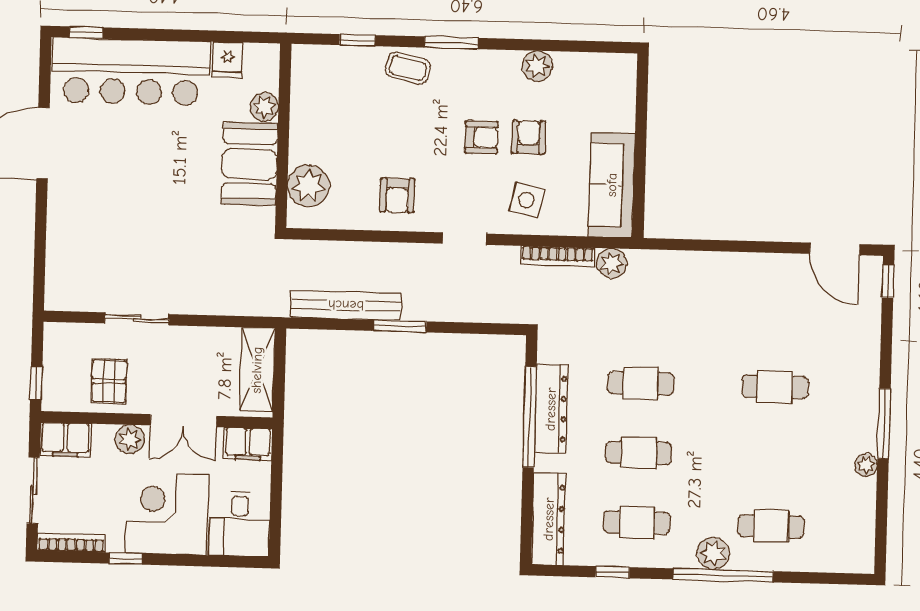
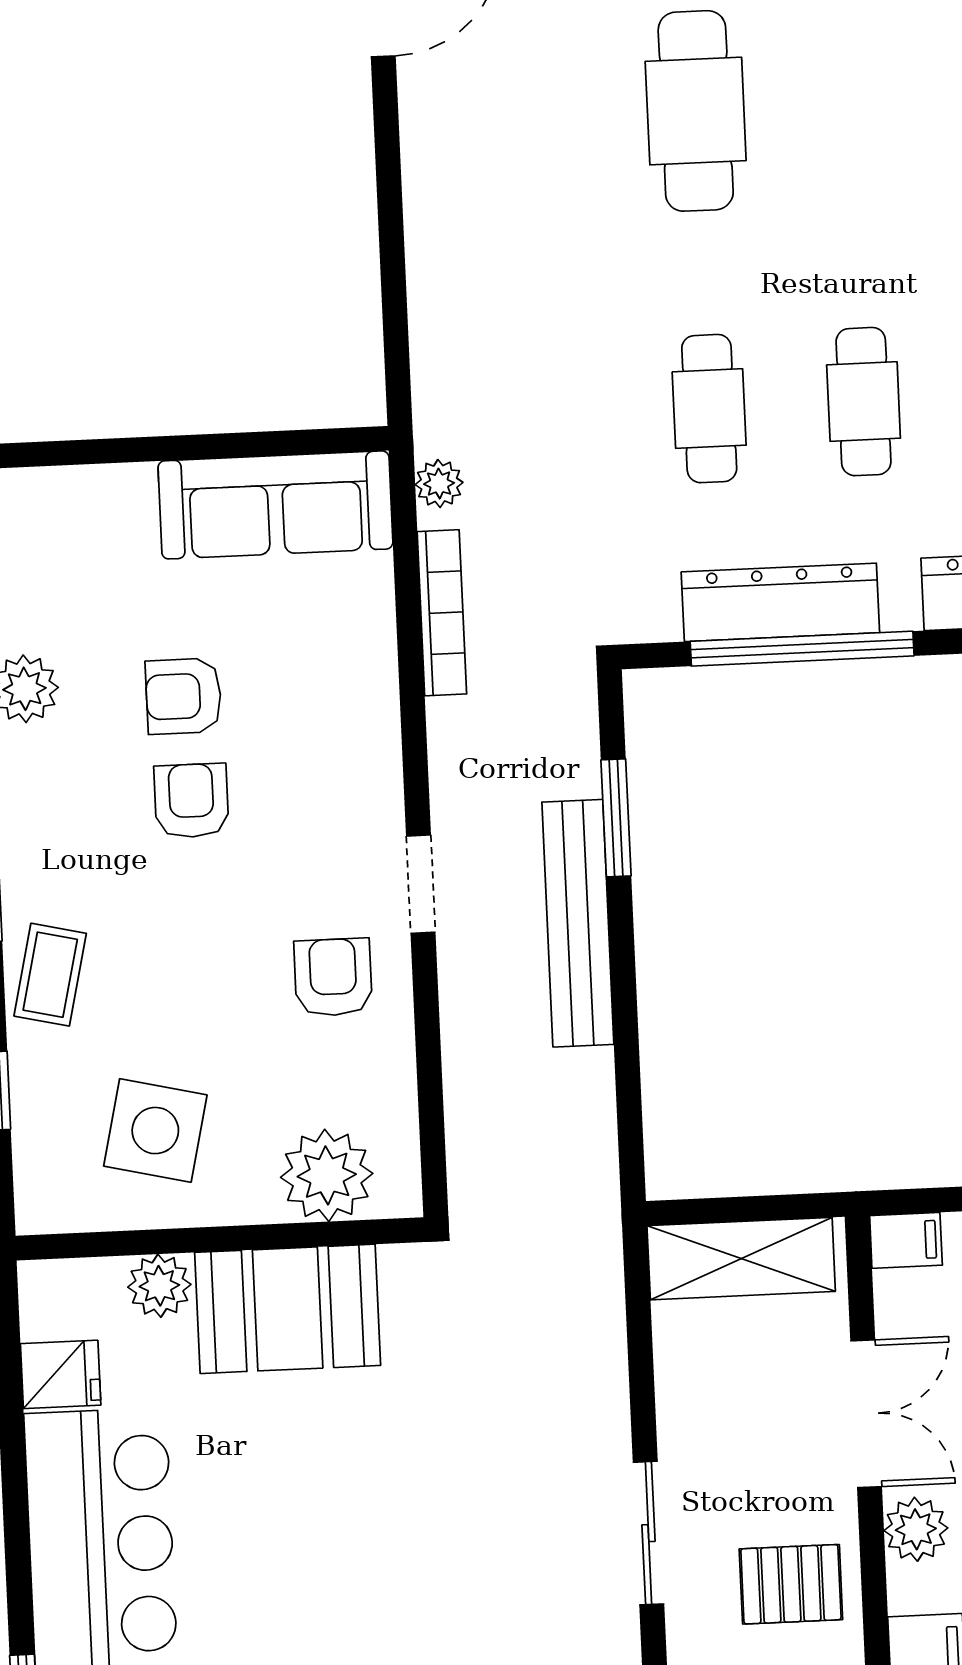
armchair: (397, 195) -> (333, 977), turned -90
side table: (526, 200) -> (155, 1131), moved, width x1.37, depth x1.37
doorway: (464, 239) -> (421, 884), moved
plant: (612, 263) -> (439, 484), width x0.73, depth x0.73
bench: (346, 305) -> (578, 923), moved
window: (400, 326) -> (616, 818), moved
cafe table: (775, 387) -> (696, 111), width x1.37, depth x1.35
filing cabinet: (248, 444) -> (906, 1240), width x0.50

